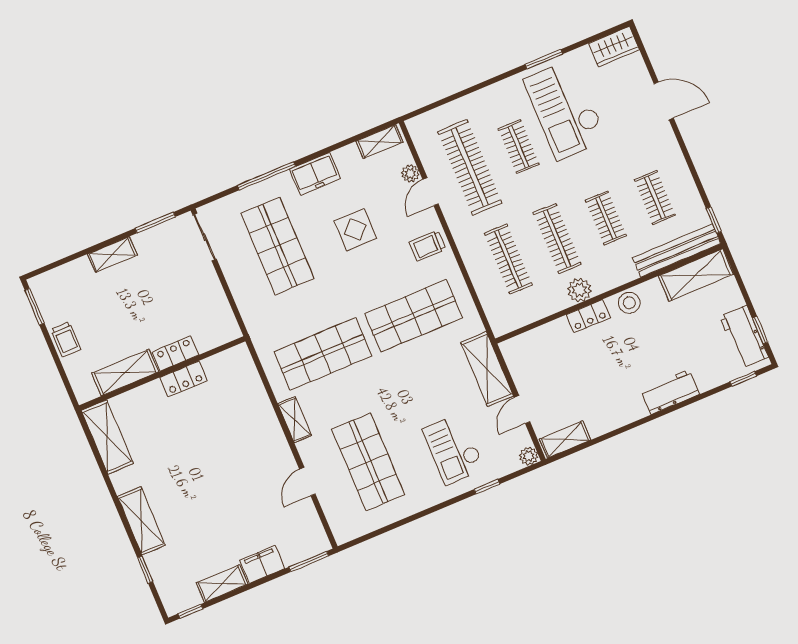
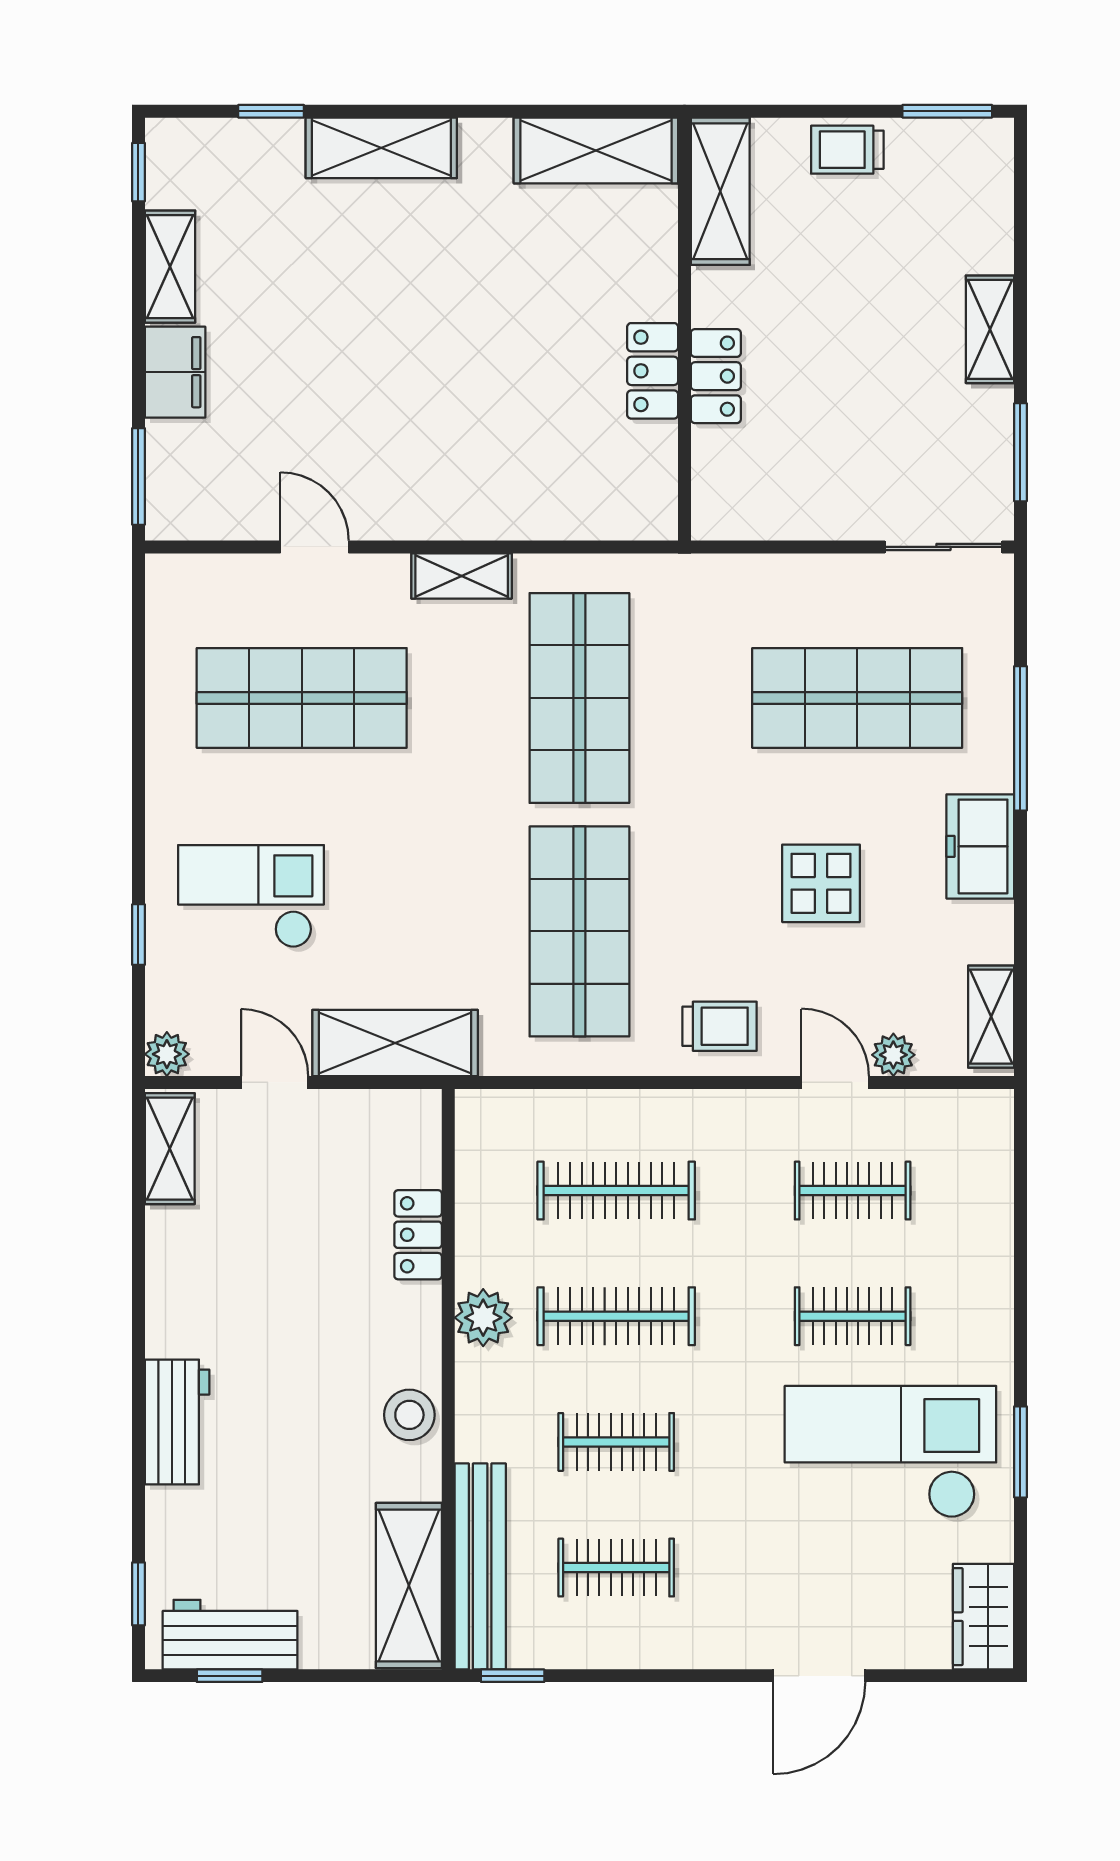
clothes rail: (470, 167) -> (853, 1191), width x0.54, depth x0.76
trolley: (428, 246) -> (720, 1026), turned 90
locker: (588, 316) -> (418, 1235), moved
shelving: (125, 373) -> (720, 191), moved

